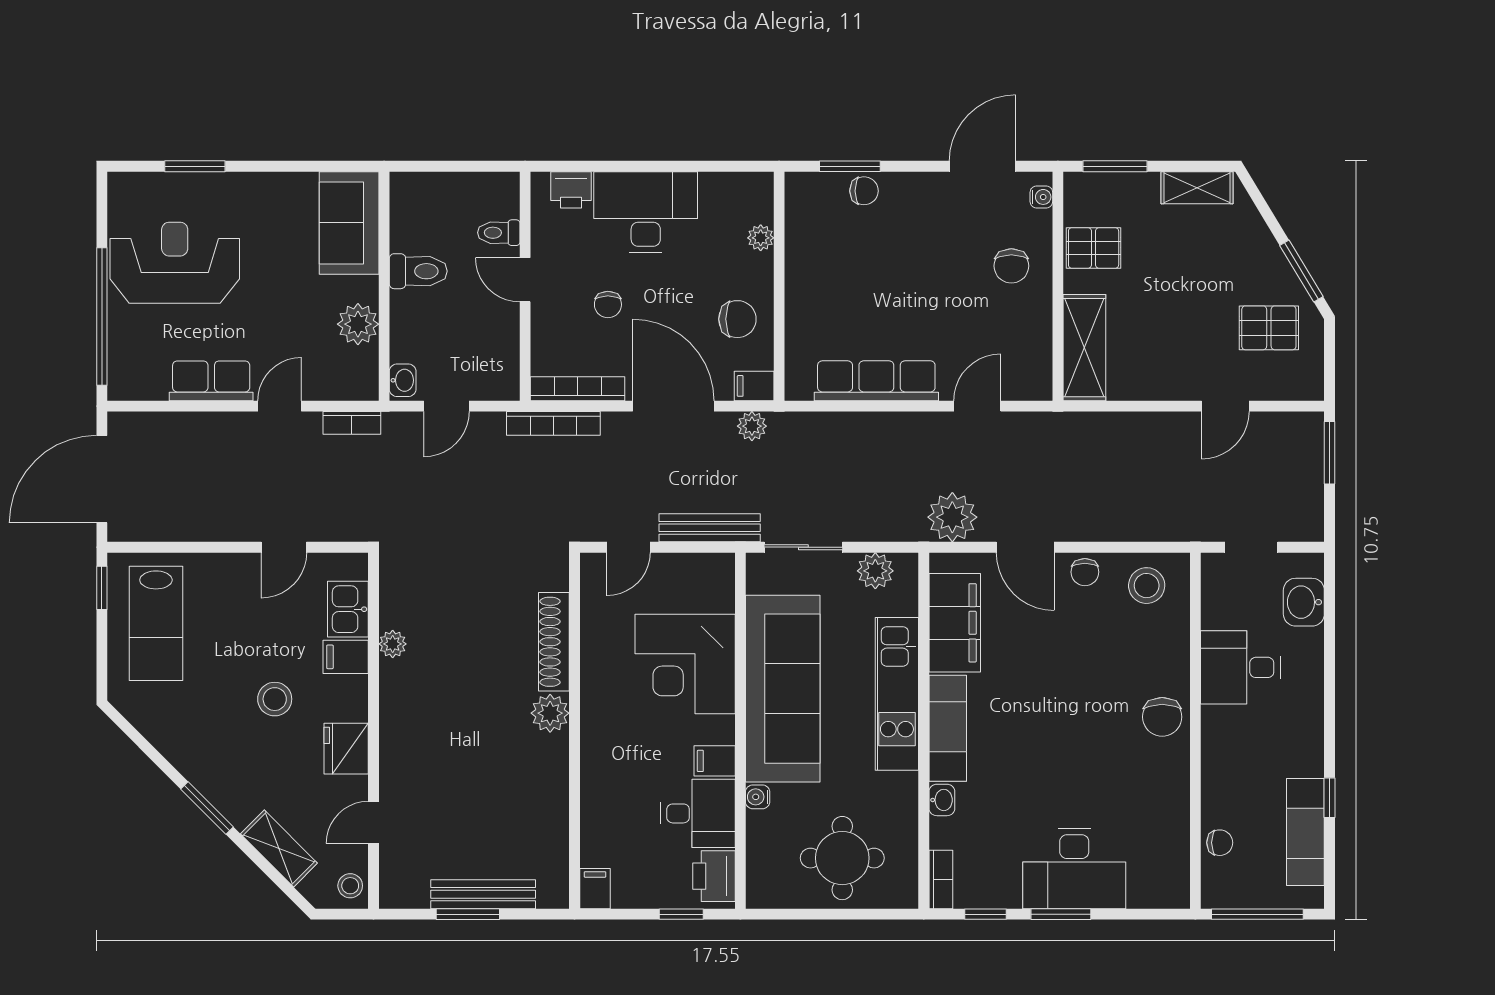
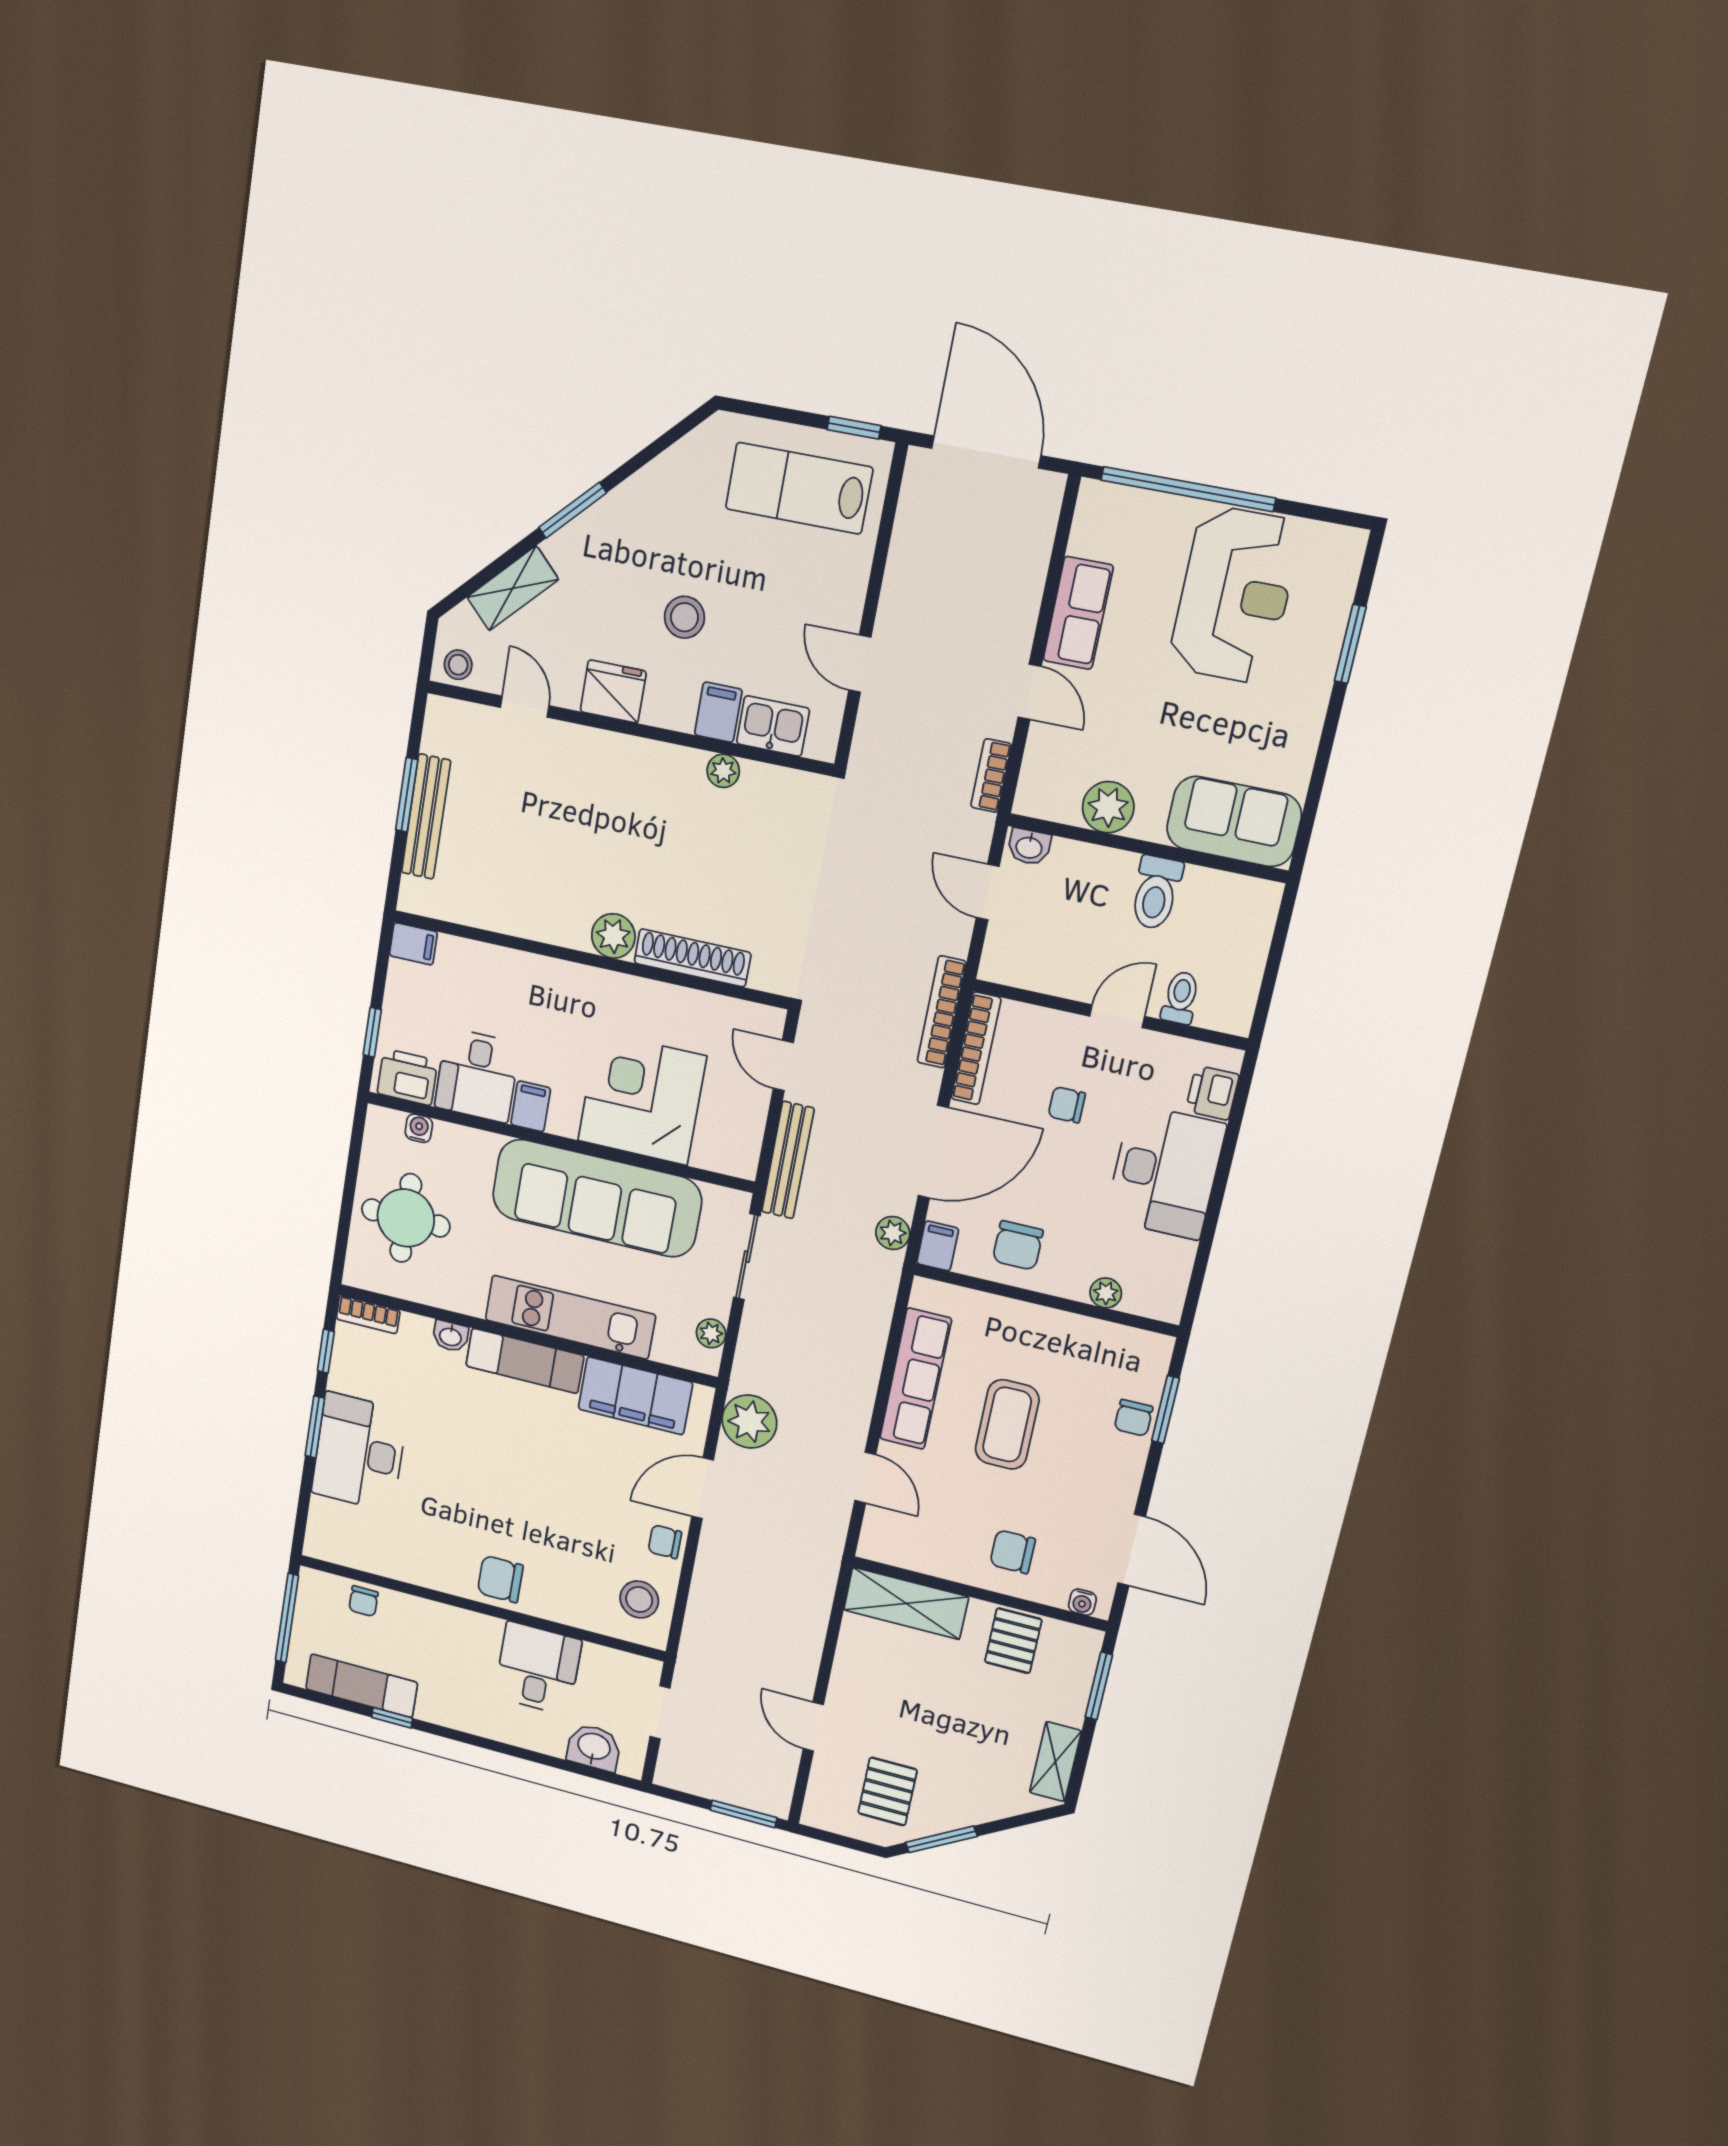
coffee table: (897, 295) -> (1007, 1424), added
plant: (875, 571) -> (711, 1333), width x0.73, depth x0.73
water cooler: (758, 797) -> (419, 1128), moved

